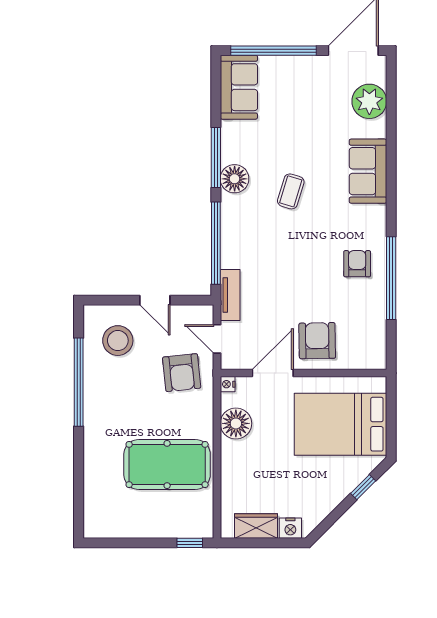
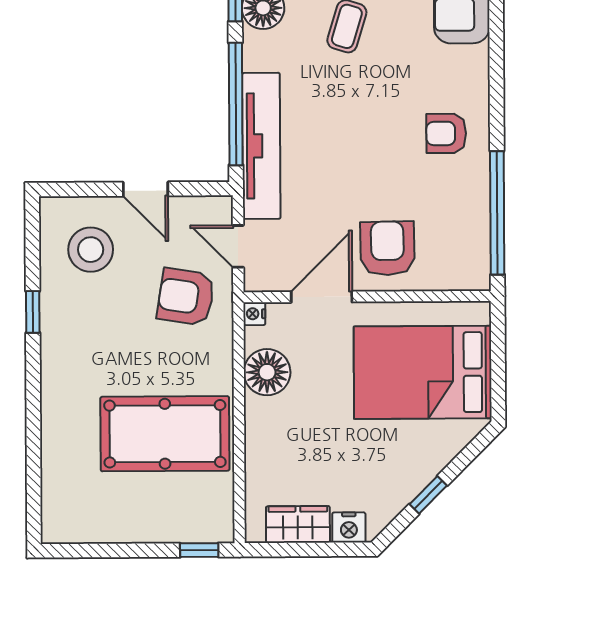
armchair: (357, 264) -> (446, 133), turned -90
window: (391, 278) -> (497, 213), moved
tv unit: (230, 295) -> (261, 146), width x1.92, depth x1.29
armchair: (182, 373) -> (186, 297), turned 105
window: (79, 382) -> (33, 312), width x0.32
window: (363, 487) -> (428, 495), moved

